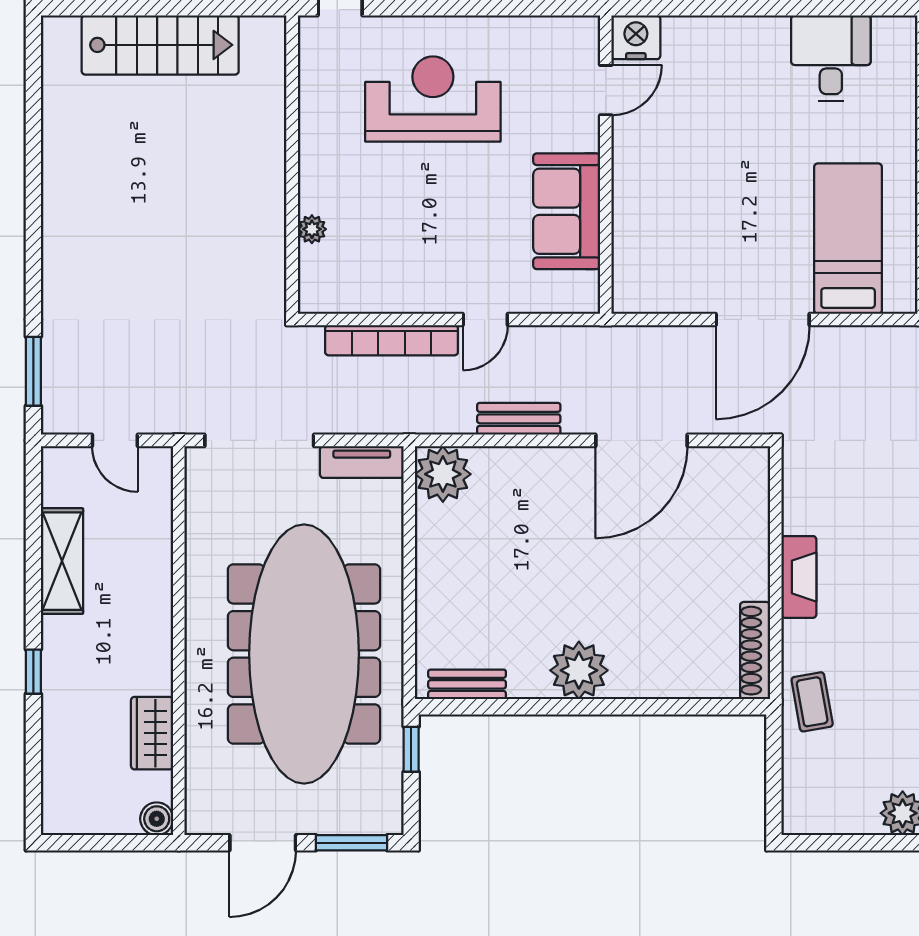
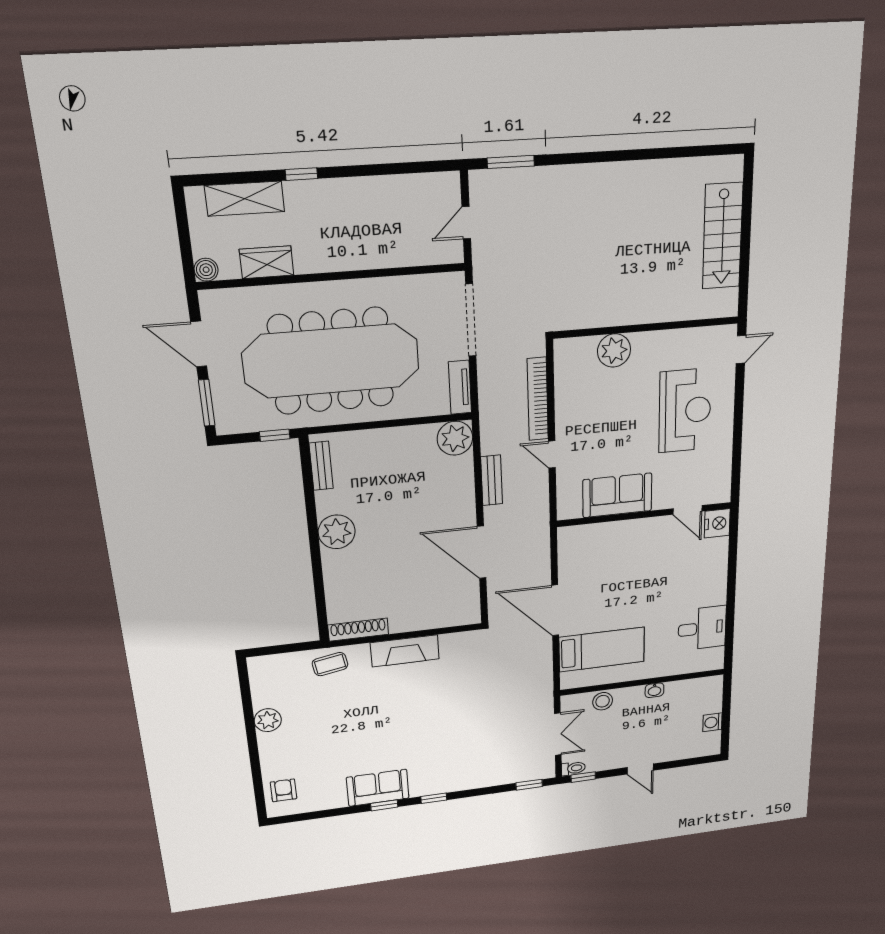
plant: (312, 229) -> (614, 350), width x1.87, depth x1.87
shelving: (62, 561) -> (245, 199), moved
fireplace: (799, 577) -> (405, 651), width x1.37, depth x1.32

